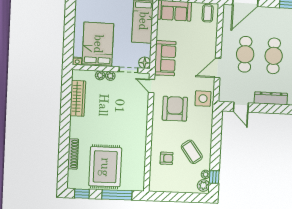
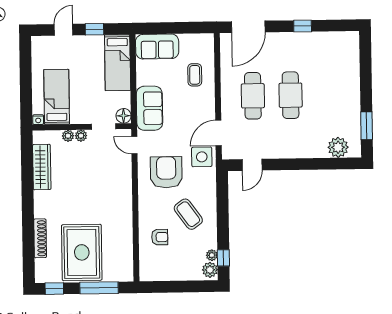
coffee table: (208, 13) -> (195, 75), moved
bed: (98, 44) -> (57, 97), width x0.67
door: (218, 68) -> (218, 133), moved
dresser: (271, 98) -> (291, 151), removed
door: (241, 107) -> (252, 165), hinge flipped
coffee table: (192, 152) -> (188, 214), moved

